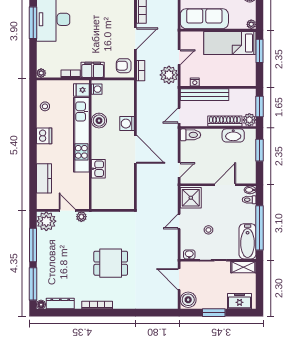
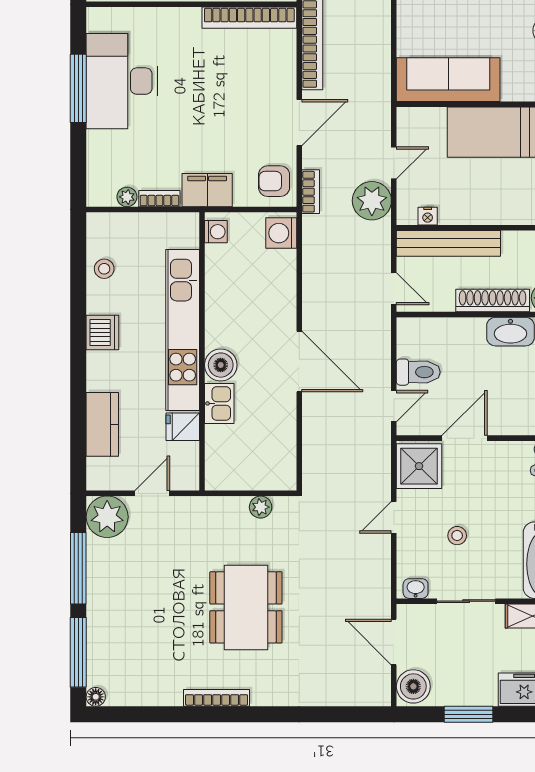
plant: (41, 73) -> (127, 197), moved
fridge: (81, 90) -> (183, 427), moved
door: (179, 116) -> (394, 289), swing flipped
boiler: (99, 121) -> (221, 365), moved
washing machine: (127, 124) -> (281, 233), moved
toilet: (190, 135) -> (418, 372), moved
door: (225, 185) -> (465, 438), moved
door: (67, 210) -> (152, 493), hinge flipped
plant: (81, 217) -> (261, 507), moved
dining table: (111, 263) -> (246, 607), width x1.38
dresser: (60, 304) -> (137, 695), removed

